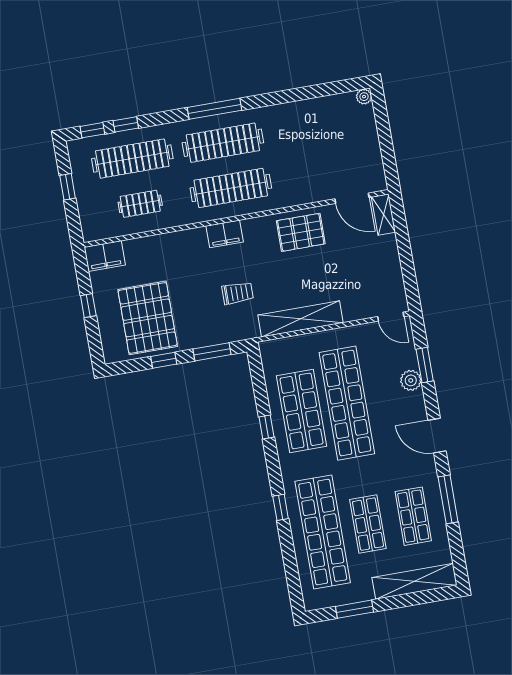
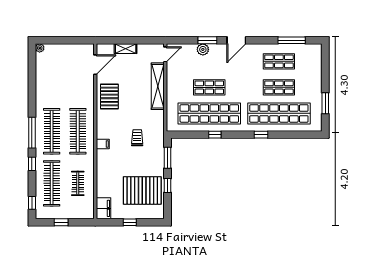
window: (126, 124) -> (32, 164), moved
shelving: (383, 215) -> (126, 49), moved
filing cabinet: (225, 234) -> (103, 144), width x0.50
shelving: (301, 319) -> (158, 86), moved
window: (425, 365) -> (207, 40), moved
shop shelf: (347, 403) -> (209, 87), width x0.50, depth x0.74
shop shelf: (302, 411) -> (209, 113), width x1.40
window: (448, 499) -> (292, 40), moved
shelving: (415, 581) -> (315, 67), removed

